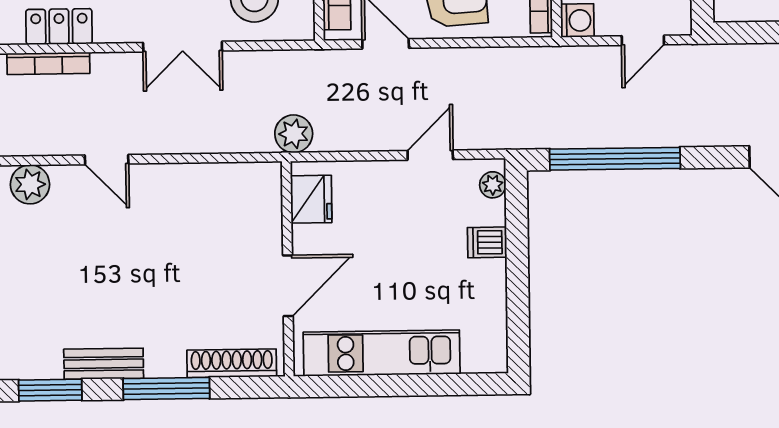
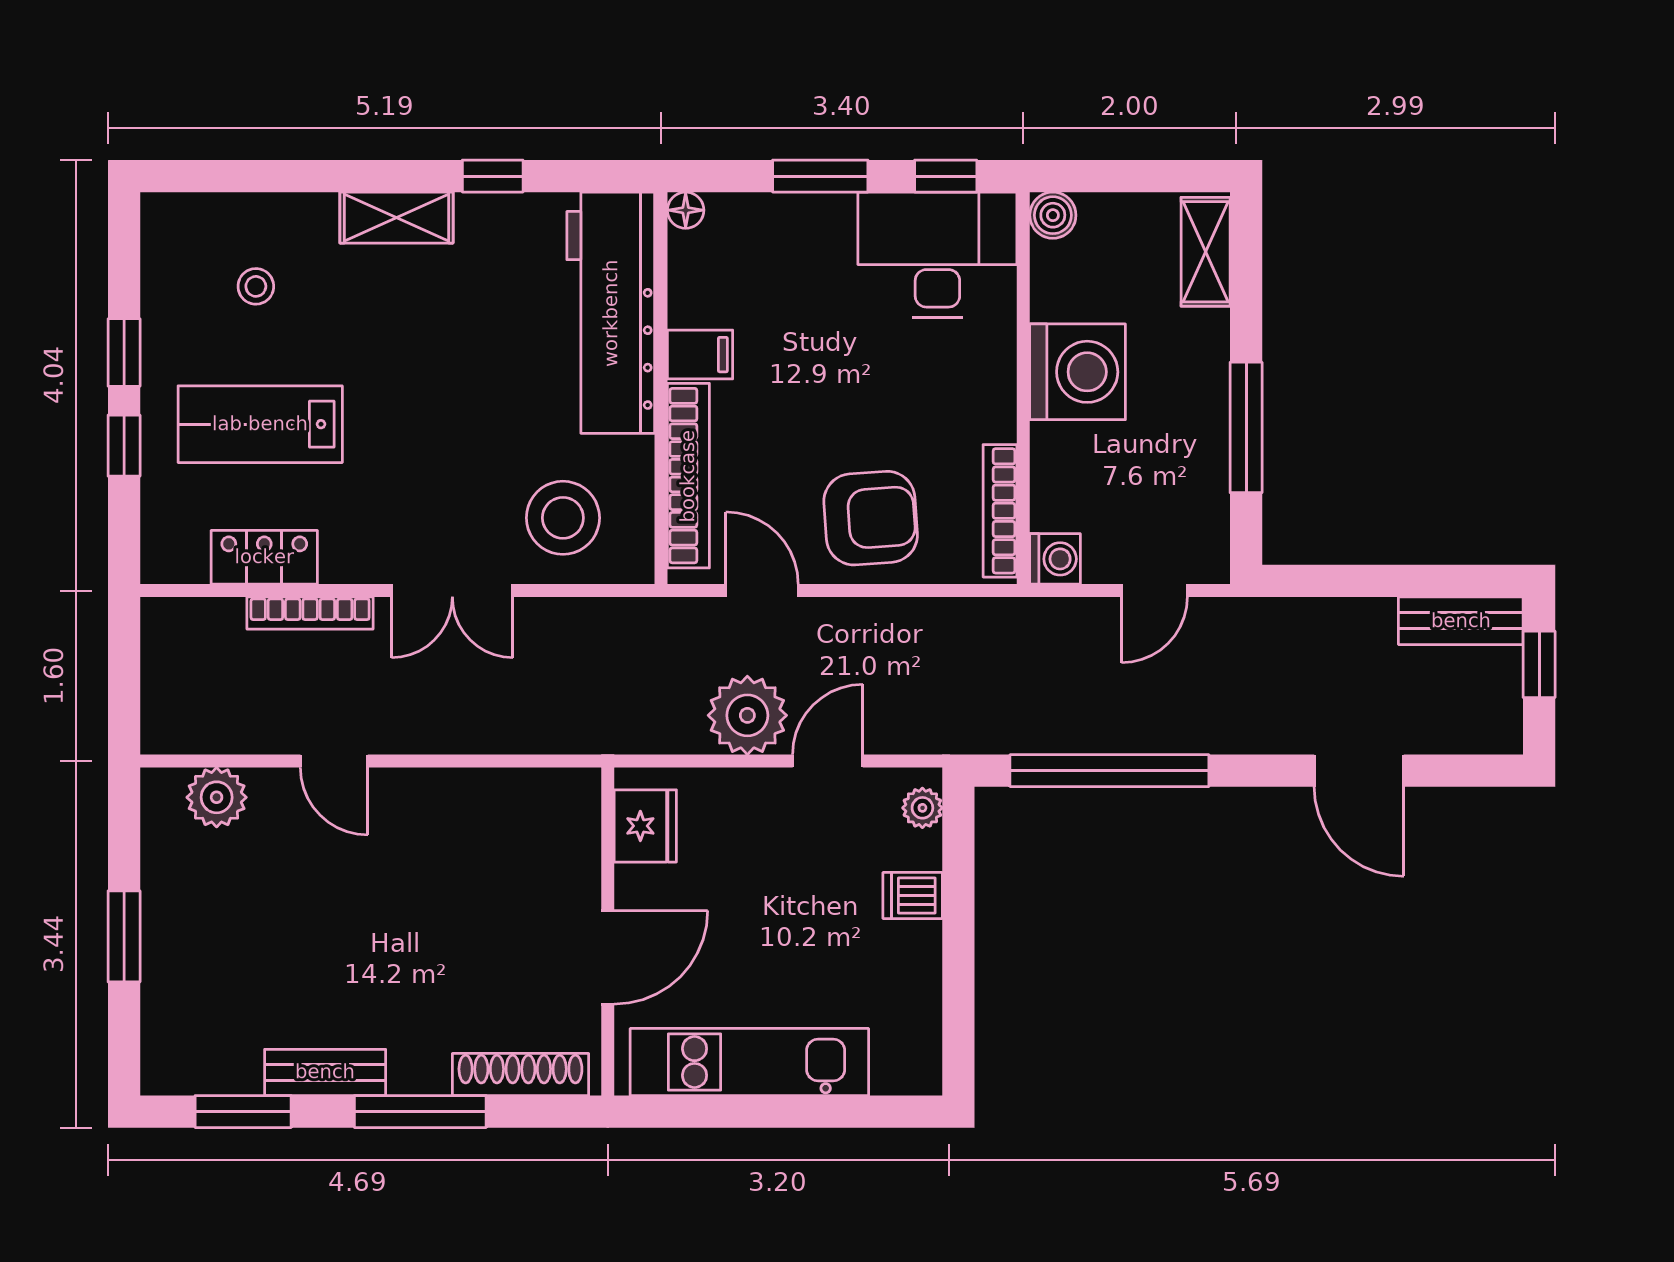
bookcase: (48, 63) -> (310, 613), moved
plant: (294, 134) -> (747, 715), moved, width x1.36, depth x1.36

